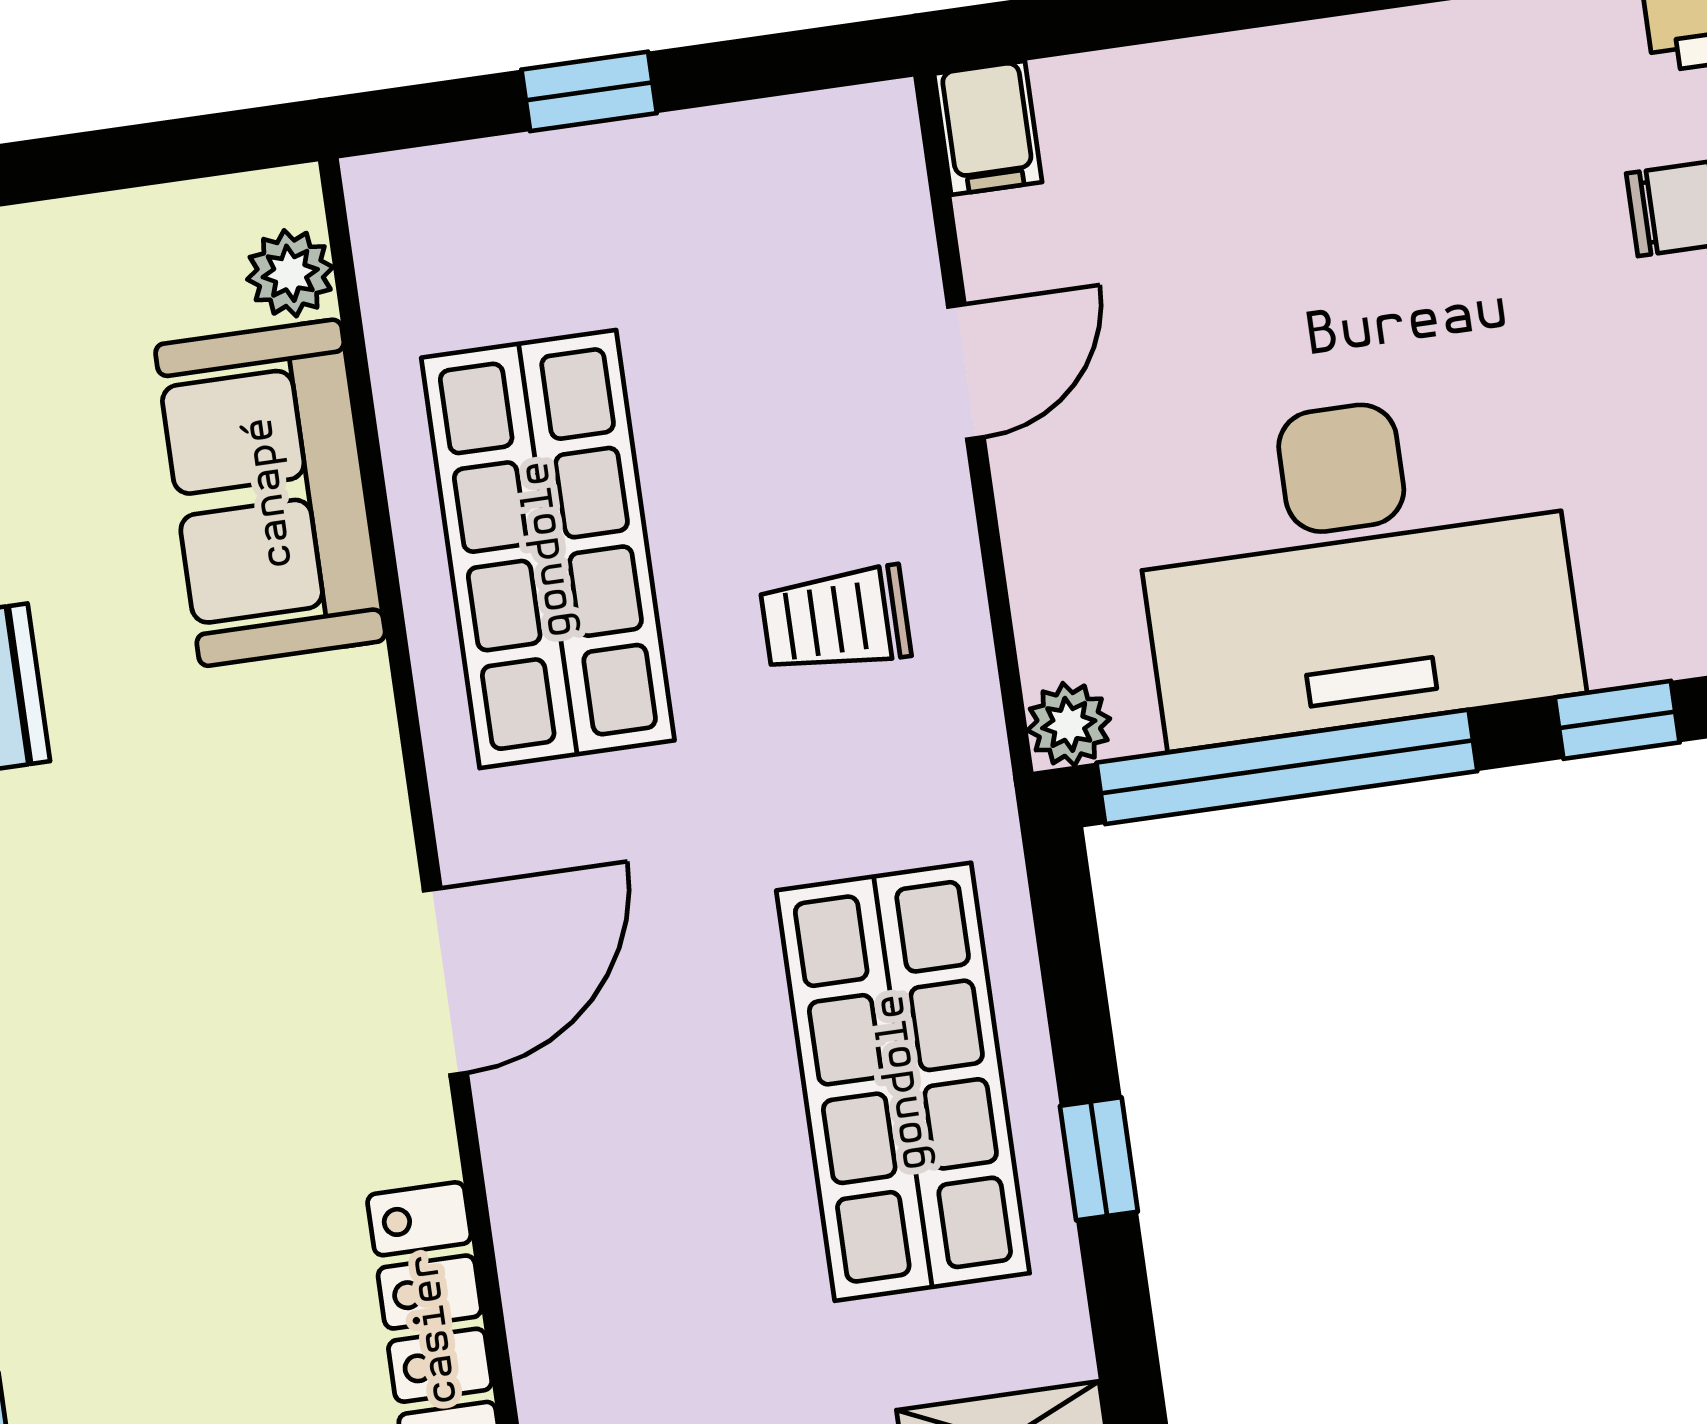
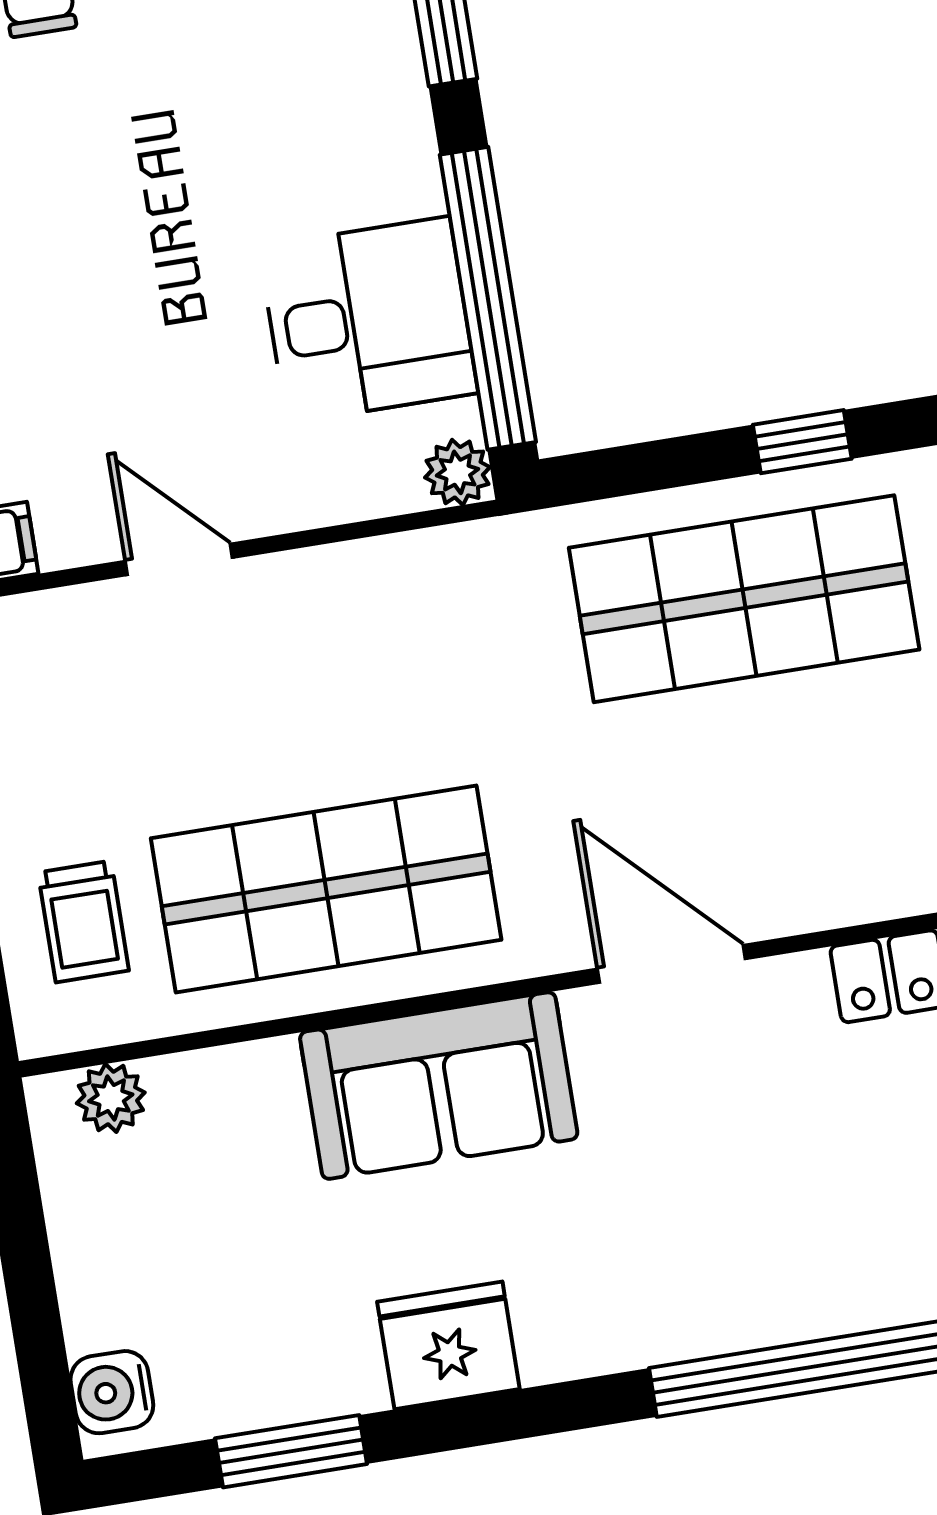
sofa: (270, 493) -> (439, 1086), moved
desk: (1355, 566) -> (368, 320), width x0.53, depth x0.77
trolley: (835, 620) -> (83, 921), moved

